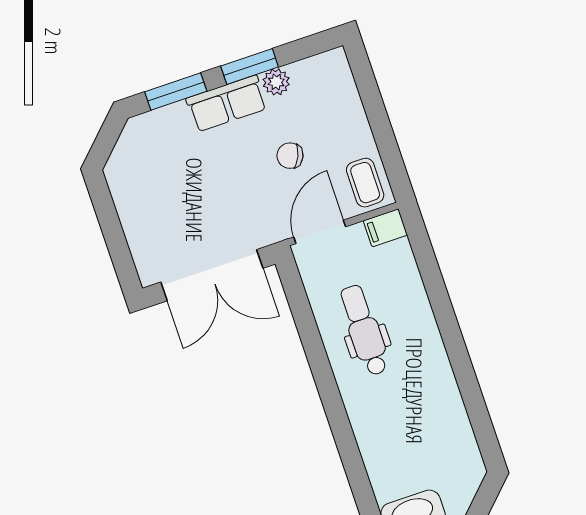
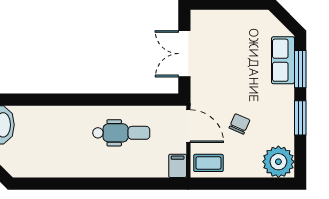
plant: (276, 82) -> (278, 162), moved, width x1.87, depth x1.87
row of seats: (227, 103) -> (283, 60), moved
double door: (212, 275) -> (184, 54), width x0.73

